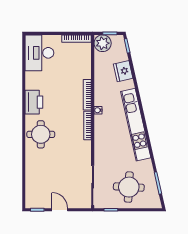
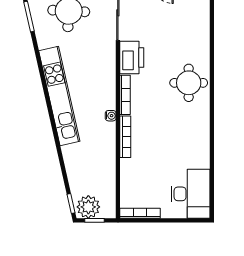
plant: (103, 43) -> (88, 207), moved
fridge: (123, 71) -> (76, 169), removed
printer: (34, 102) -> (132, 57), moved, turned 180

